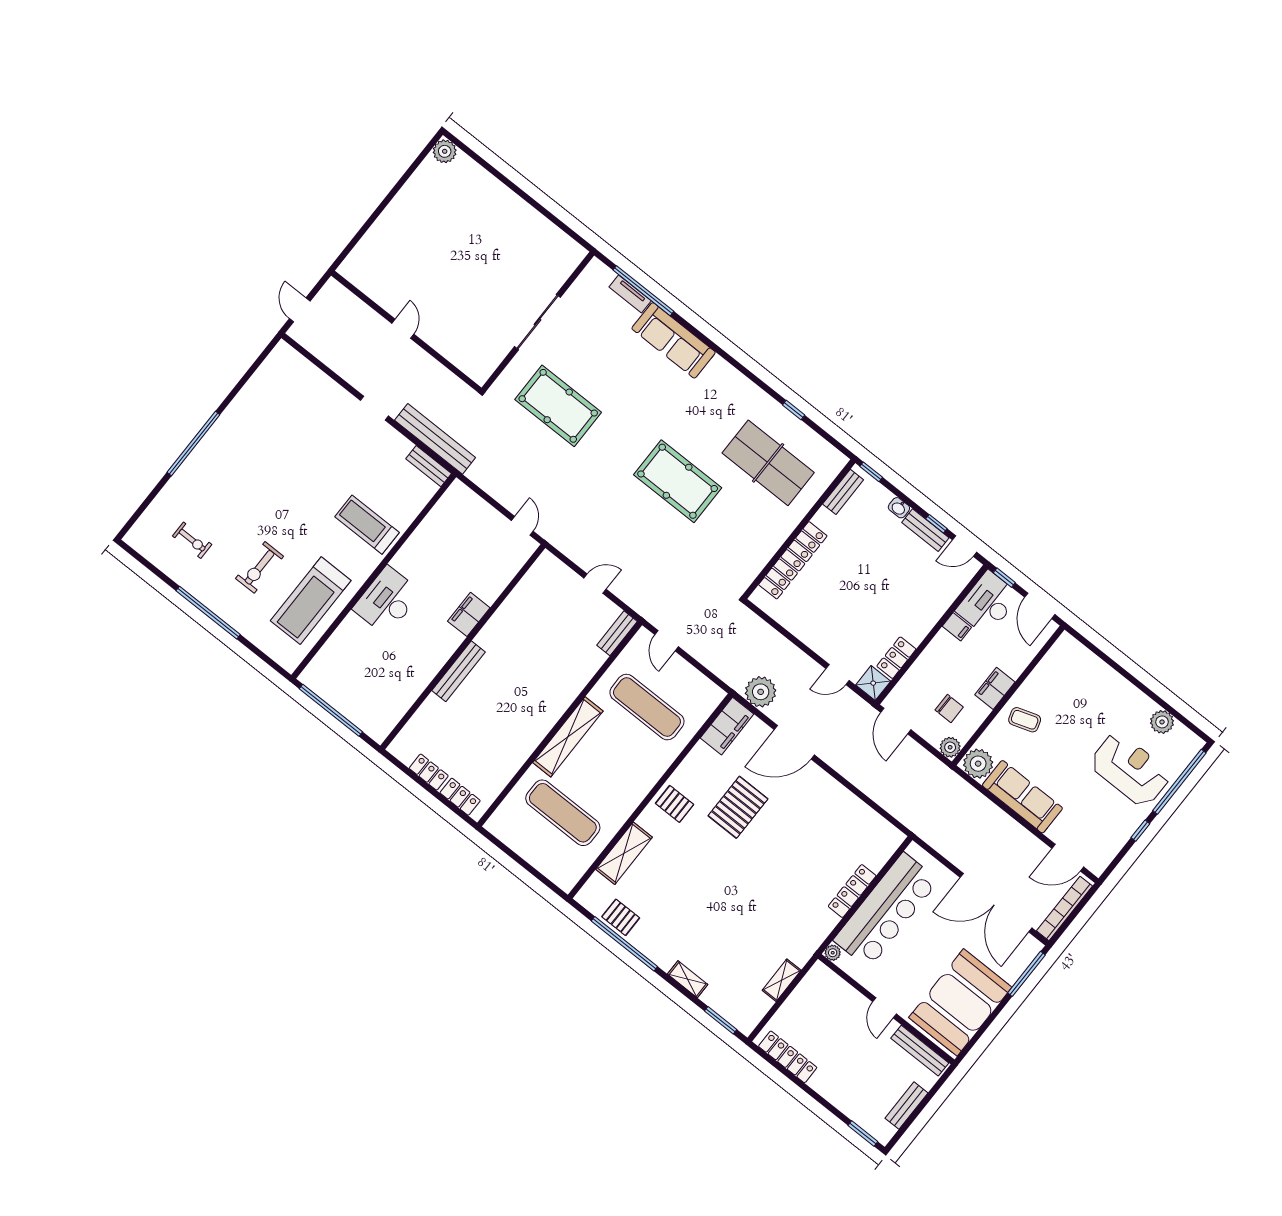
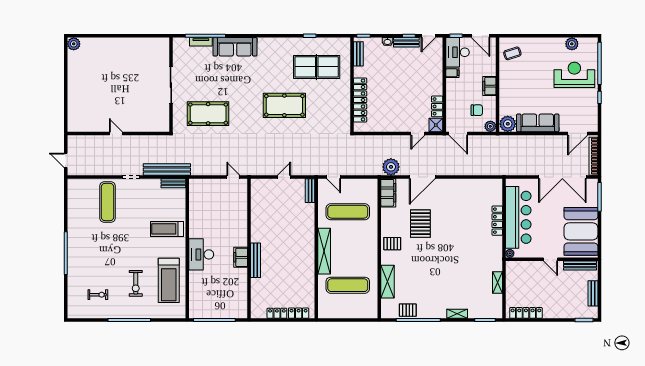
exercise mat: (312, 418) -> (108, 202), added
filing cabinet: (469, 614) -> (241, 257), moved
coffee table: (1025, 720) -> (512, 53), moved

